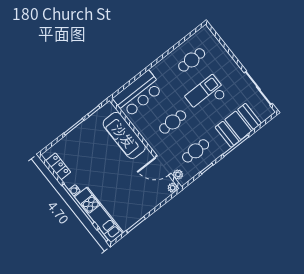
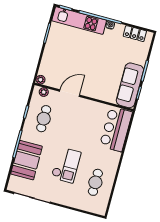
cafe table: (173, 122) -> (76, 127), removed
sofa: (124, 135) -> (130, 85), moved, turned -90
door: (163, 165) -> (70, 93), moved

